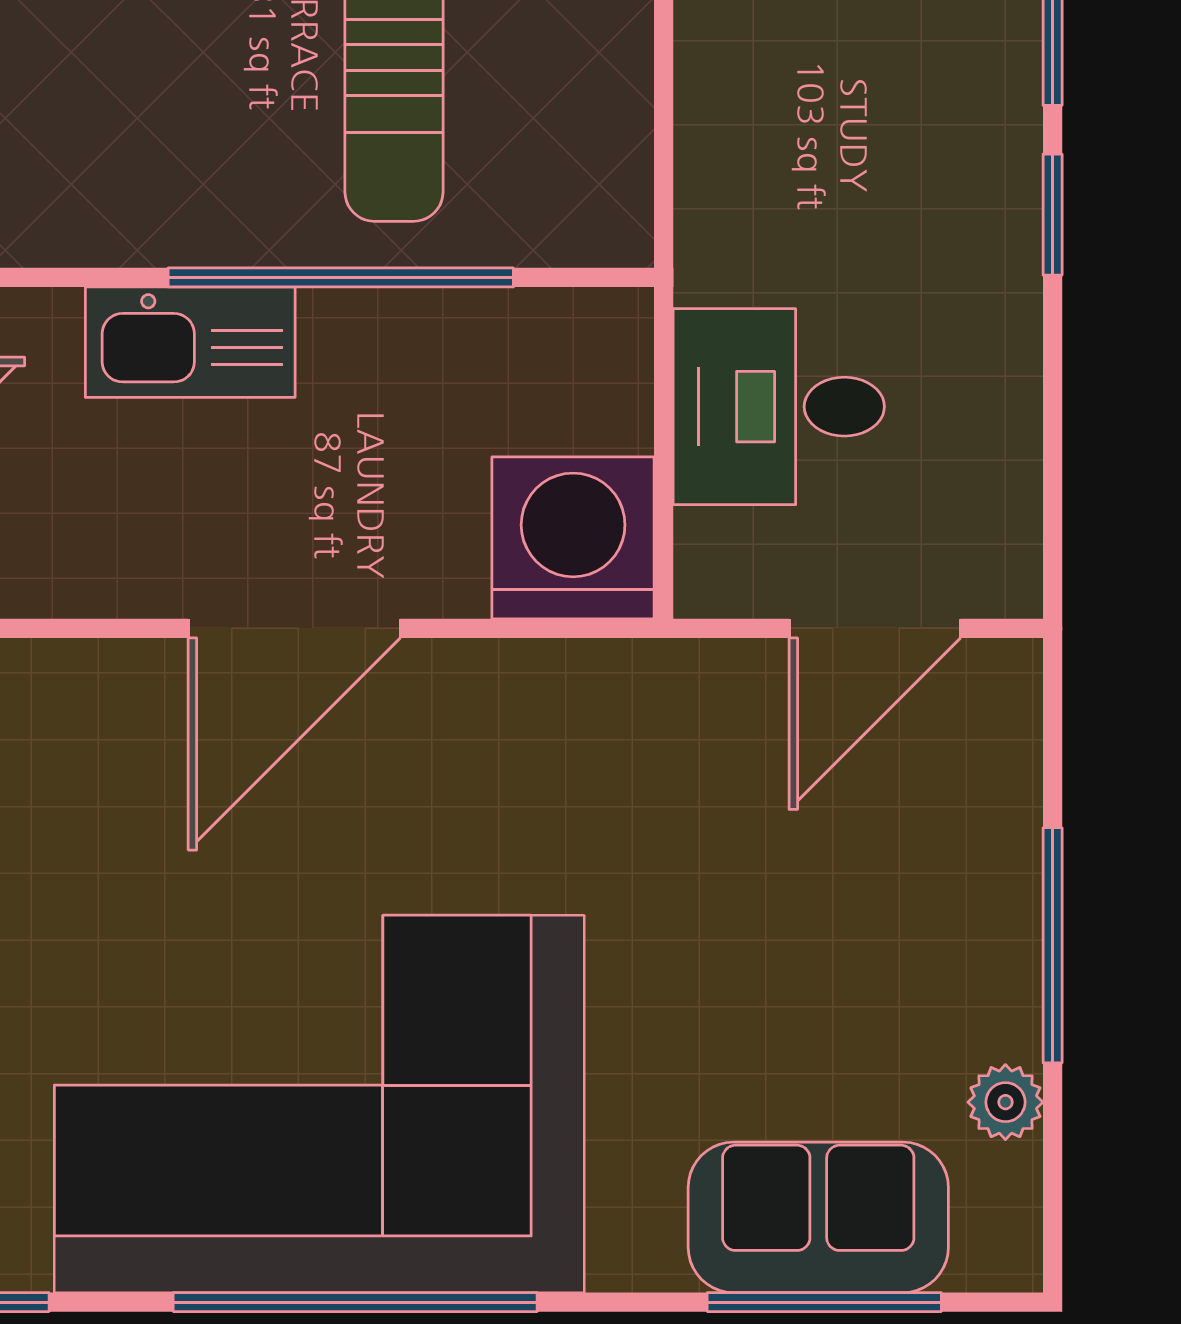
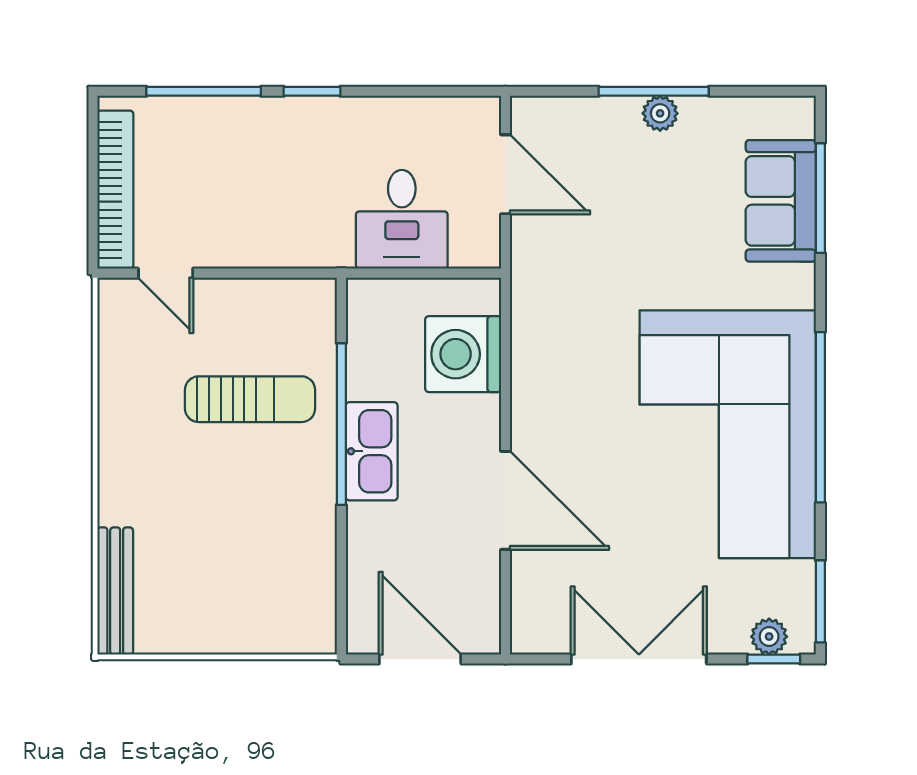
kitchen sink: (190, 342) -> (372, 451), moved
washing machine: (573, 538) -> (463, 354), moved
door: (294, 628) -> (505, 500), moved
plant: (1005, 1102) -> (660, 113), moved

